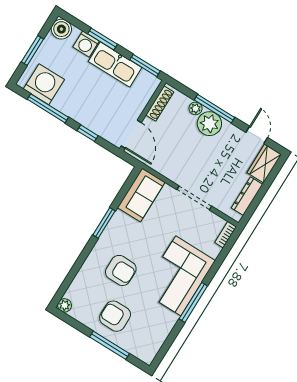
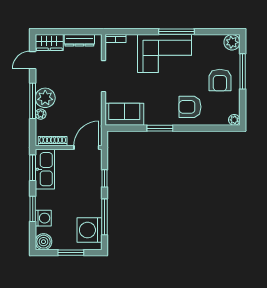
kitchen sink: (115, 64) -> (45, 169), moved
armchair: (121, 270) -> (190, 107), moved, turned -90
plant: (146, 353) -> (232, 42), added

